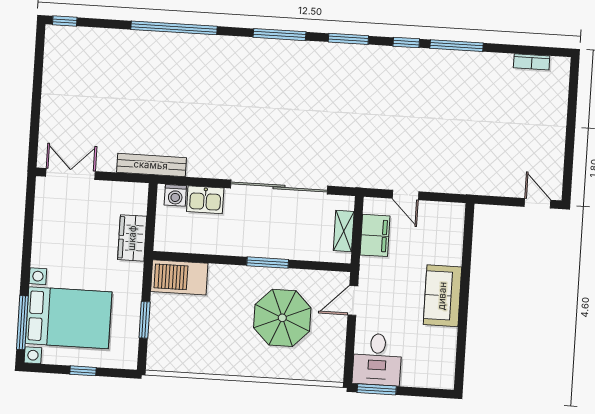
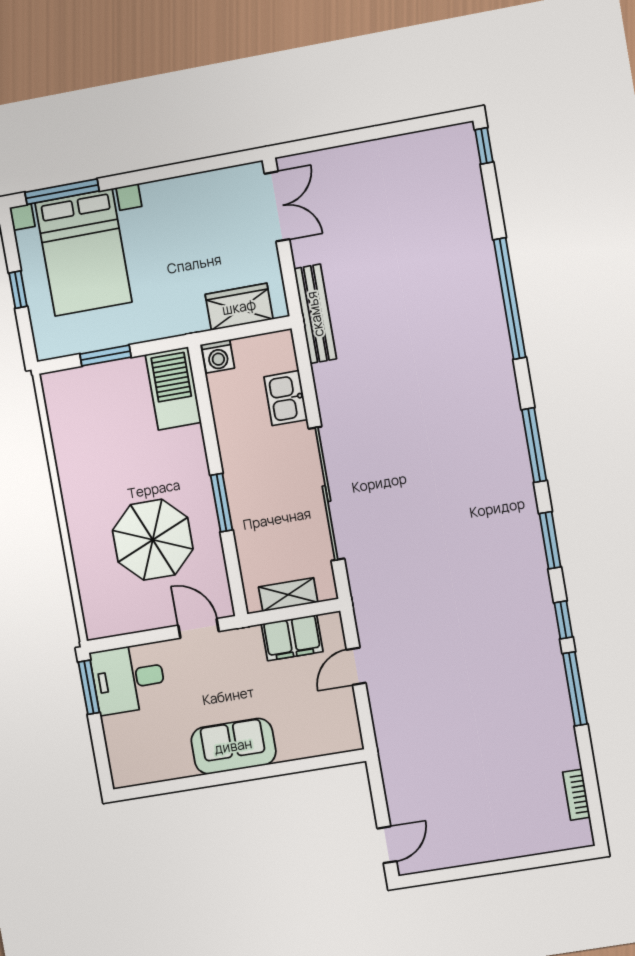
washing machine: (175, 195) -> (218, 356), moved, turned -90
wardrobe: (132, 238) -> (239, 307), moved

